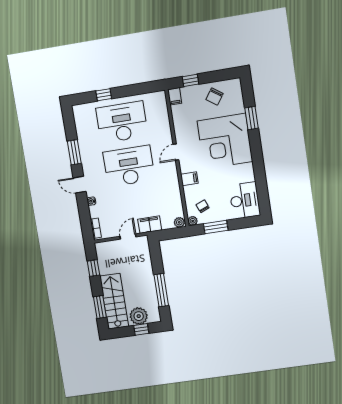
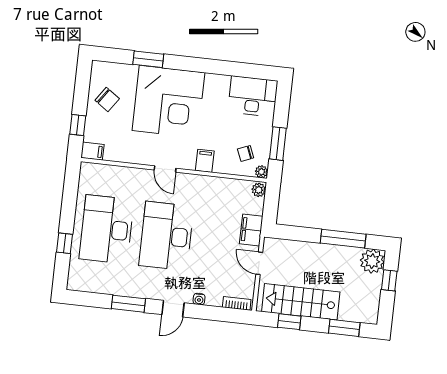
stairs: (114, 301) -> (301, 302), moved
plant: (139, 316) -> (372, 261), moved

